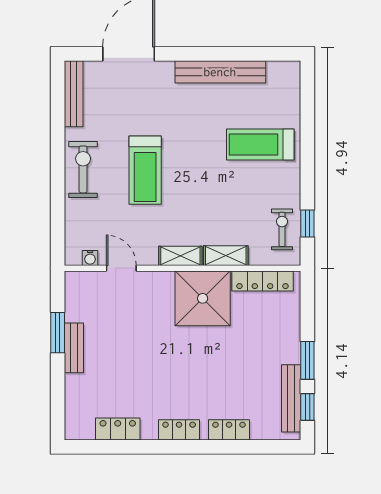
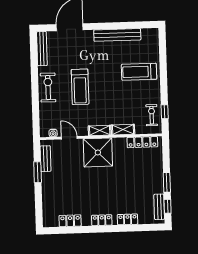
shower: (203, 298) -> (98, 152), moved
bench: (74, 348) -> (46, 159), moved
bench: (291, 398) -> (159, 207), width x0.73

